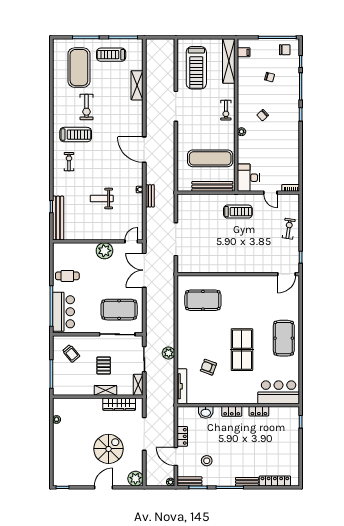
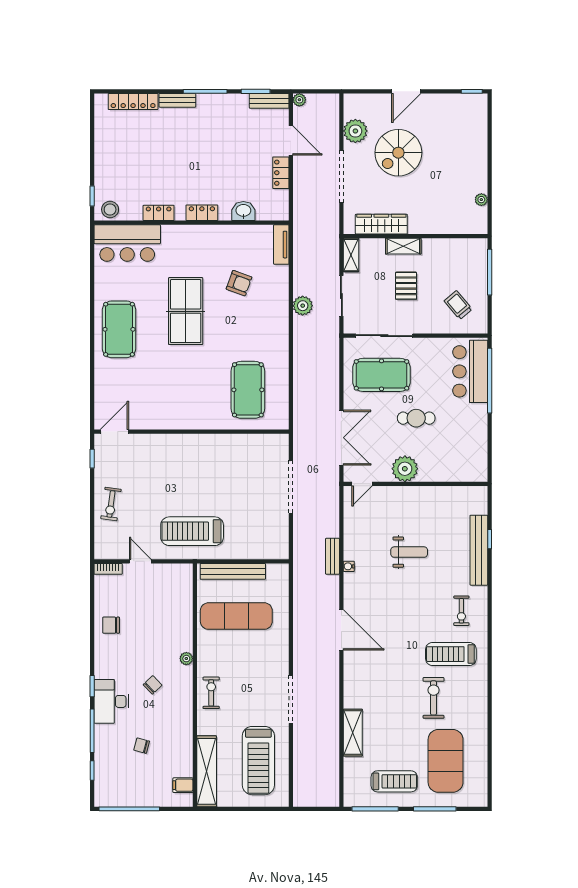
chair: (285, 50) -> (111, 625), moved
treadmill: (196, 68) -> (258, 761), turned 180
desk: (248, 178) -> (111, 701), moved, turned 180
treadmill: (238, 212) -> (192, 531), width x1.37, depth x1.38
bench: (58, 218) -> (479, 550), moved
cafe table: (67, 276) -> (416, 418), moved
pool table: (203, 300) -> (248, 390), turned 90
tv unit: (182, 386) -> (281, 245), width x0.71
stool: (207, 461) -> (110, 209), moved
plant: (135, 479) -> (355, 131), moved

